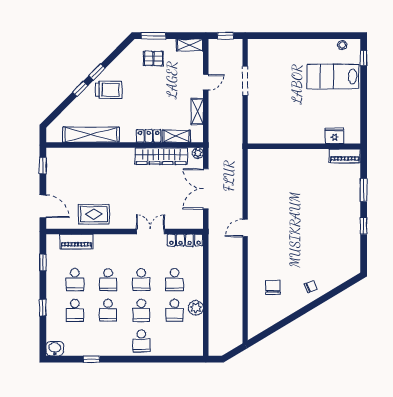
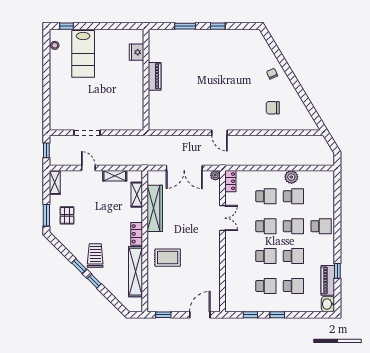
locker: (149, 136) -> (137, 234), moved
plant: (198, 153) -> (215, 175), moved
piano: (345, 156) -> (155, 76), moved
rug: (94, 214) -> (168, 258), moved, turned 90
double door: (150, 231) -> (223, 218), swing flipped
locker: (185, 240) -> (230, 181), width x0.66
piano: (76, 241) -> (328, 280), moved, turned 180
window: (43, 308) -> (277, 315), moved

